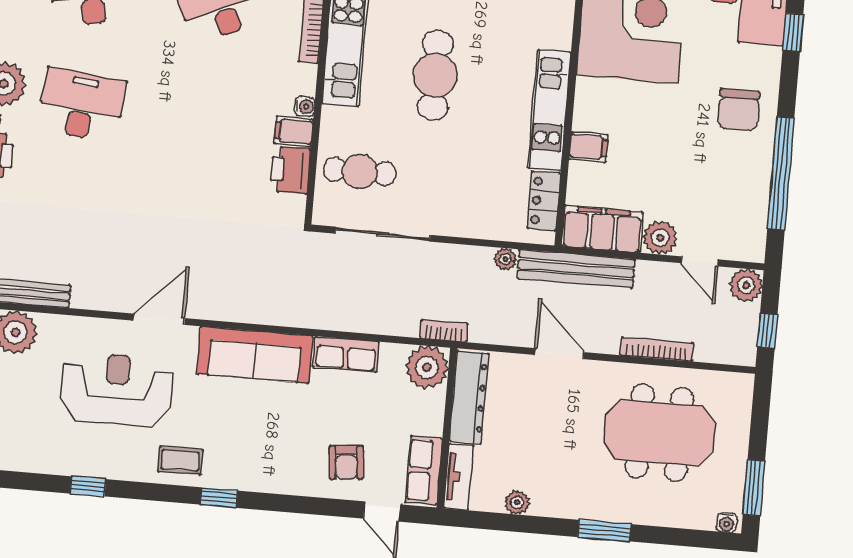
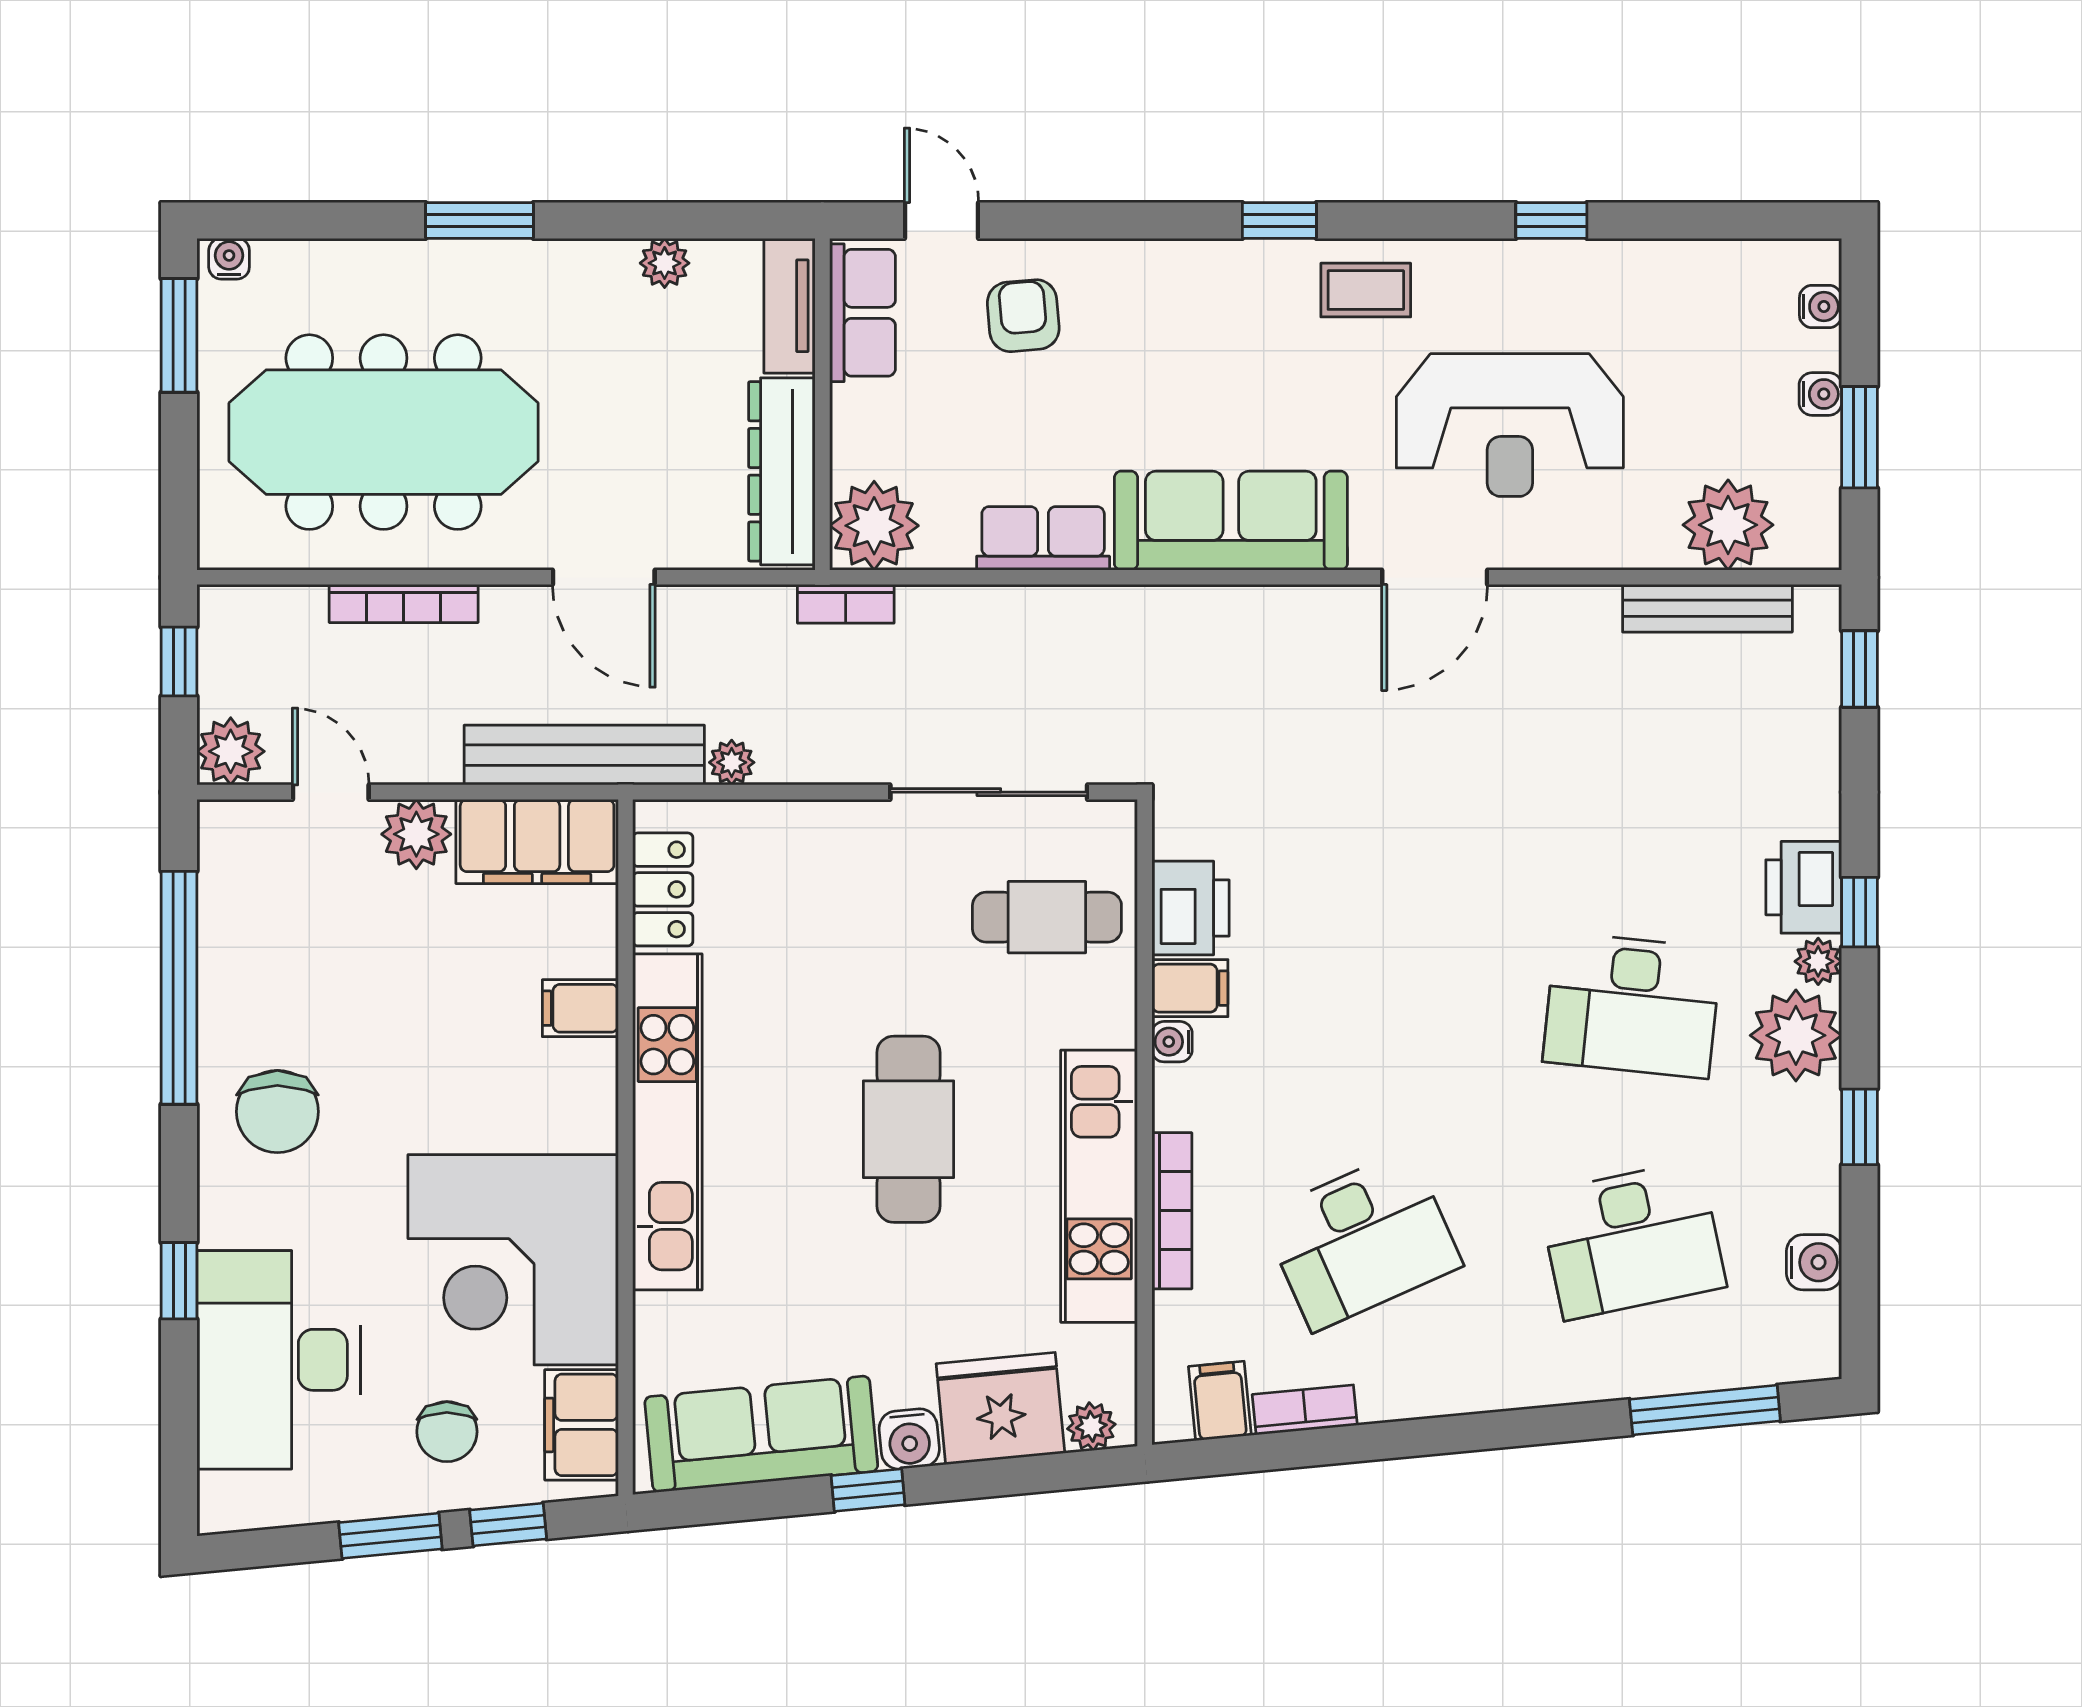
kitchen unit: (549, 110) -> (667, 1122), width x1.36
chair: (739, 110) -> (277, 1112), turned 180
meeting table: (659, 433) -> (384, 432), width x1.36

